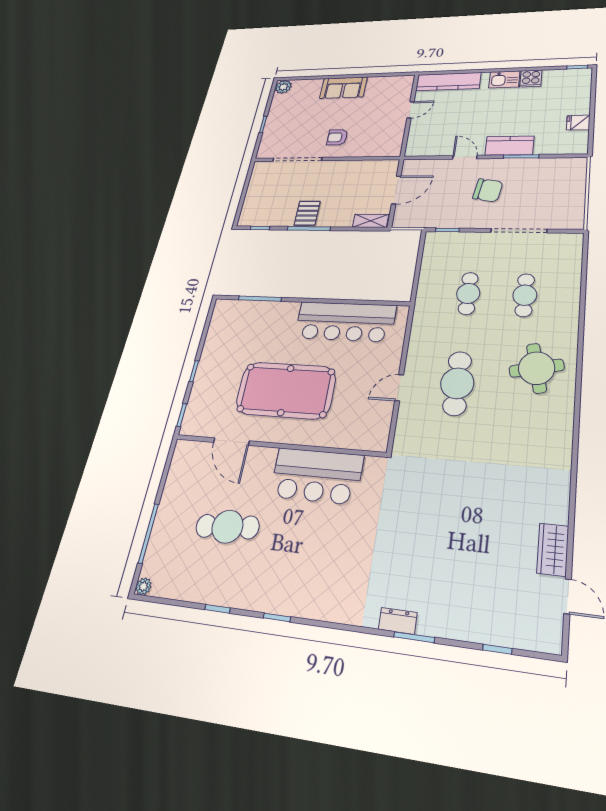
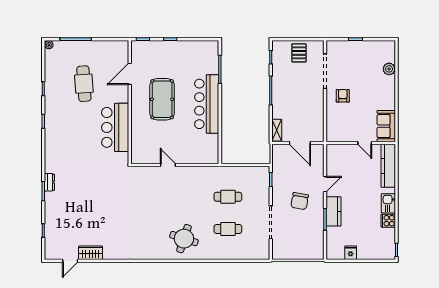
plant: (283, 87) -> (389, 69), moved
sofa: (343, 88) -> (386, 126), moved
pallet: (307, 213) -> (299, 53), moved, turned 90
bar counter: (345, 322) -> (207, 104), moved
round table: (537, 368) -> (184, 239), turned 30
cafe table: (457, 383) -> (173, 197), removed
pool table: (286, 390) -> (162, 99), width x0.73, depth x0.76

